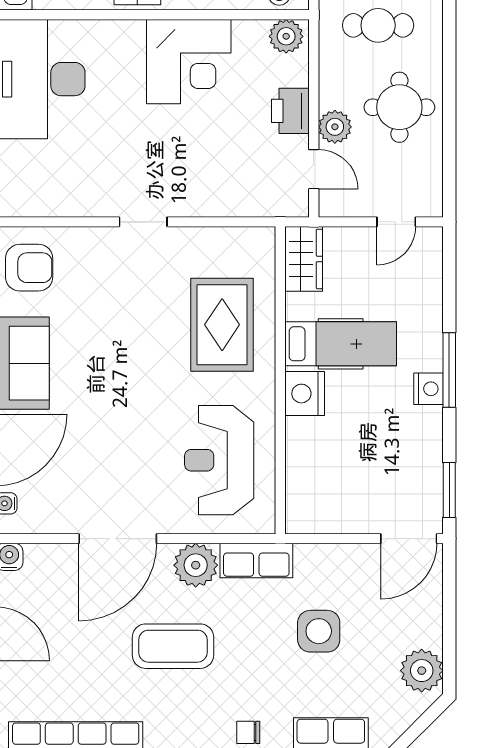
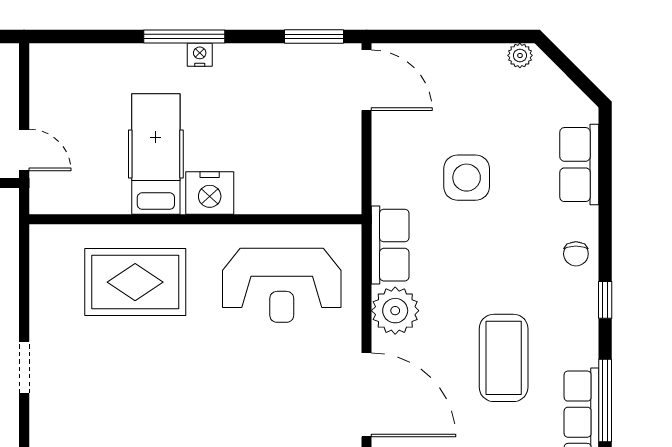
door: (396, 222) -> (24, 150), moved
wardrobe: (304, 259) -> (64, 194), removed
nightstand: (429, 389) -> (200, 55), width x0.72, depth x0.74
coffee table: (173, 646) -> (504, 358), moved
plant: (422, 671) -> (520, 55), width x0.53, depth x0.53

